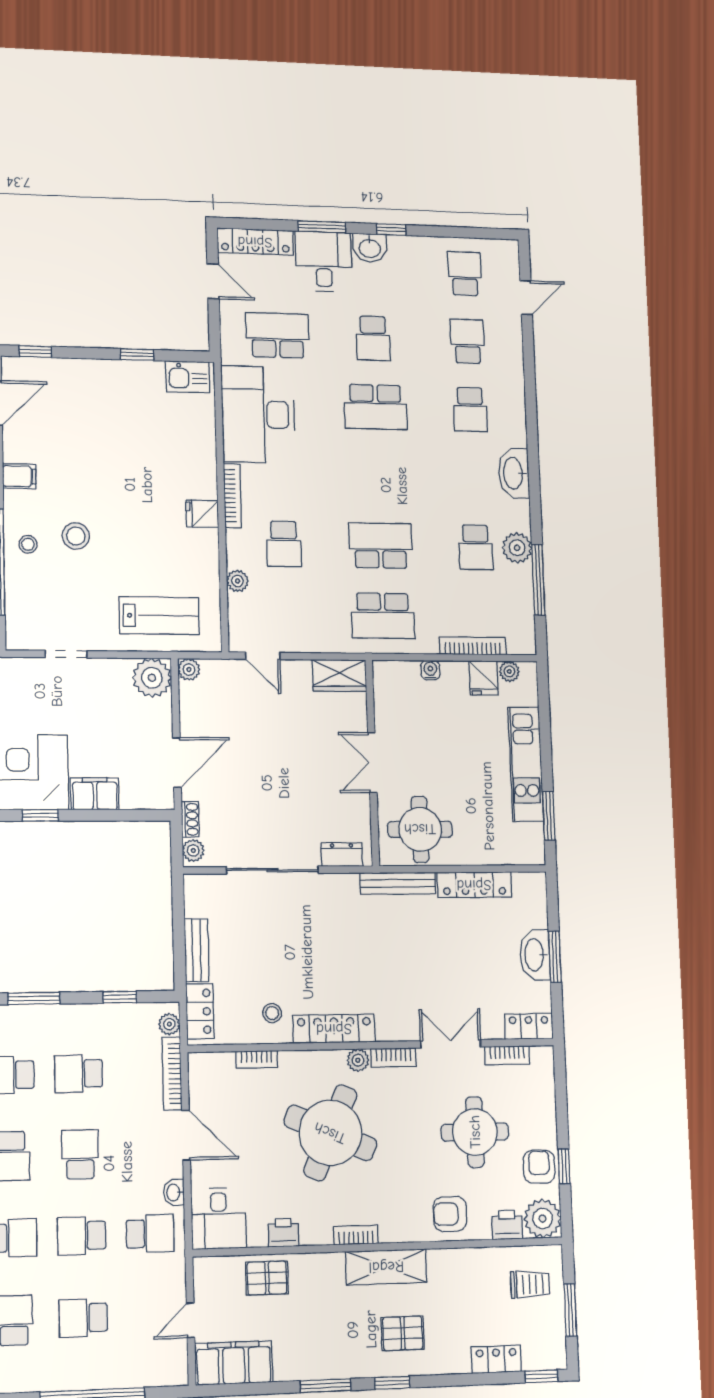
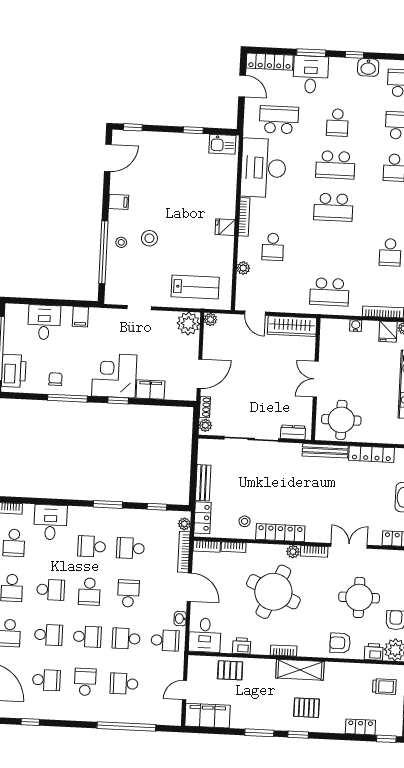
washbasin: (370, 248) -> (368, 67), moved
school desk: (380, 546) -> (333, 207), moved, turned 180
wardrobe: (339, 675) -> (292, 326), width x1.50
bookcase: (507, 1055) -> (207, 546), moved

